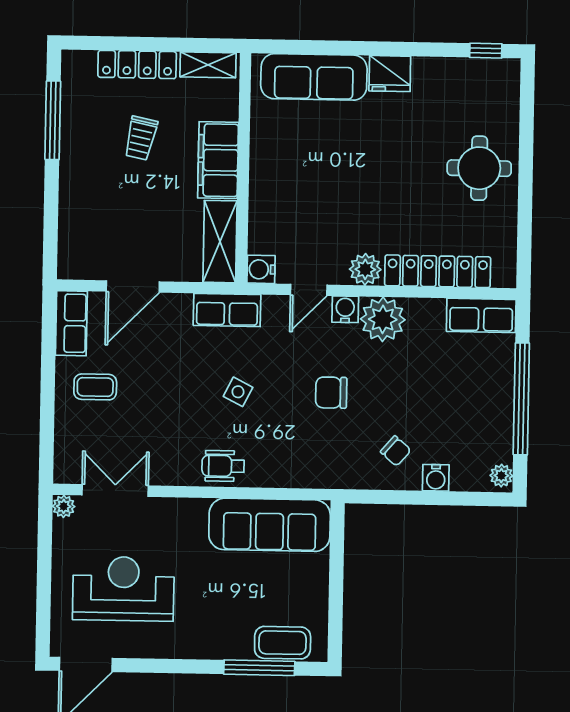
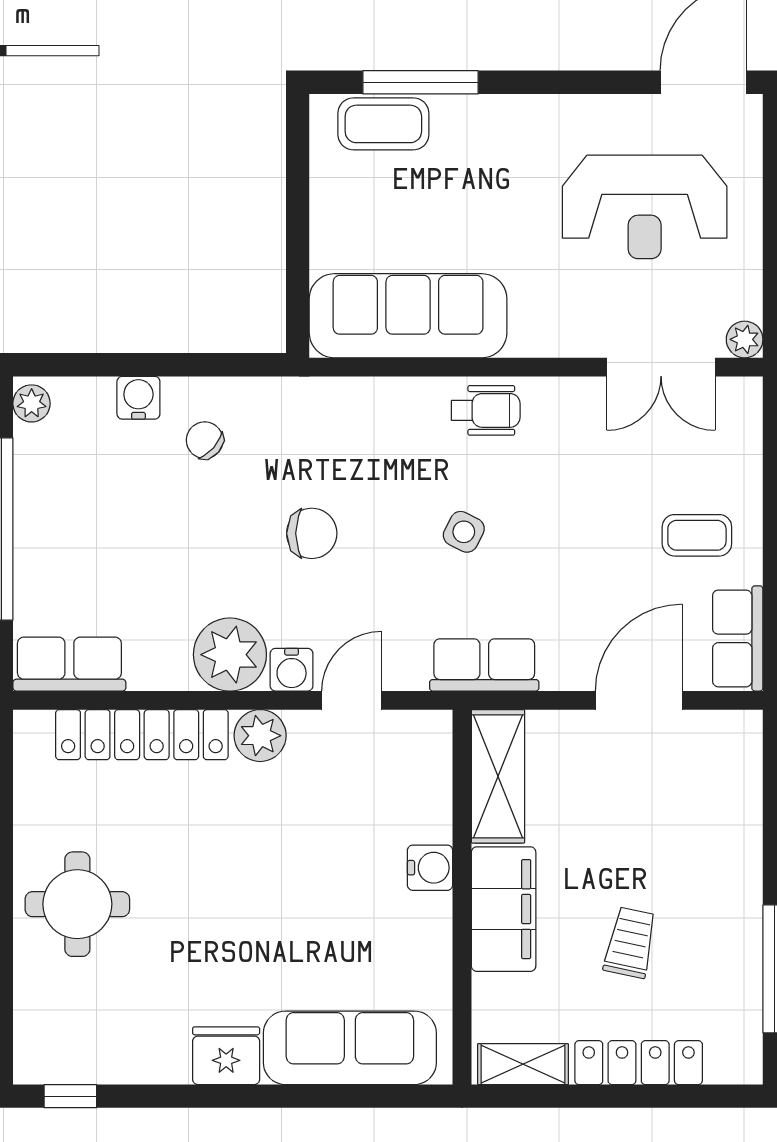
water cooler: (261, 269) -> (430, 868), moved

